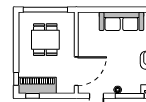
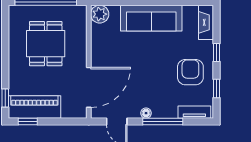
plant: (84, 18) -> (100, 14), added

